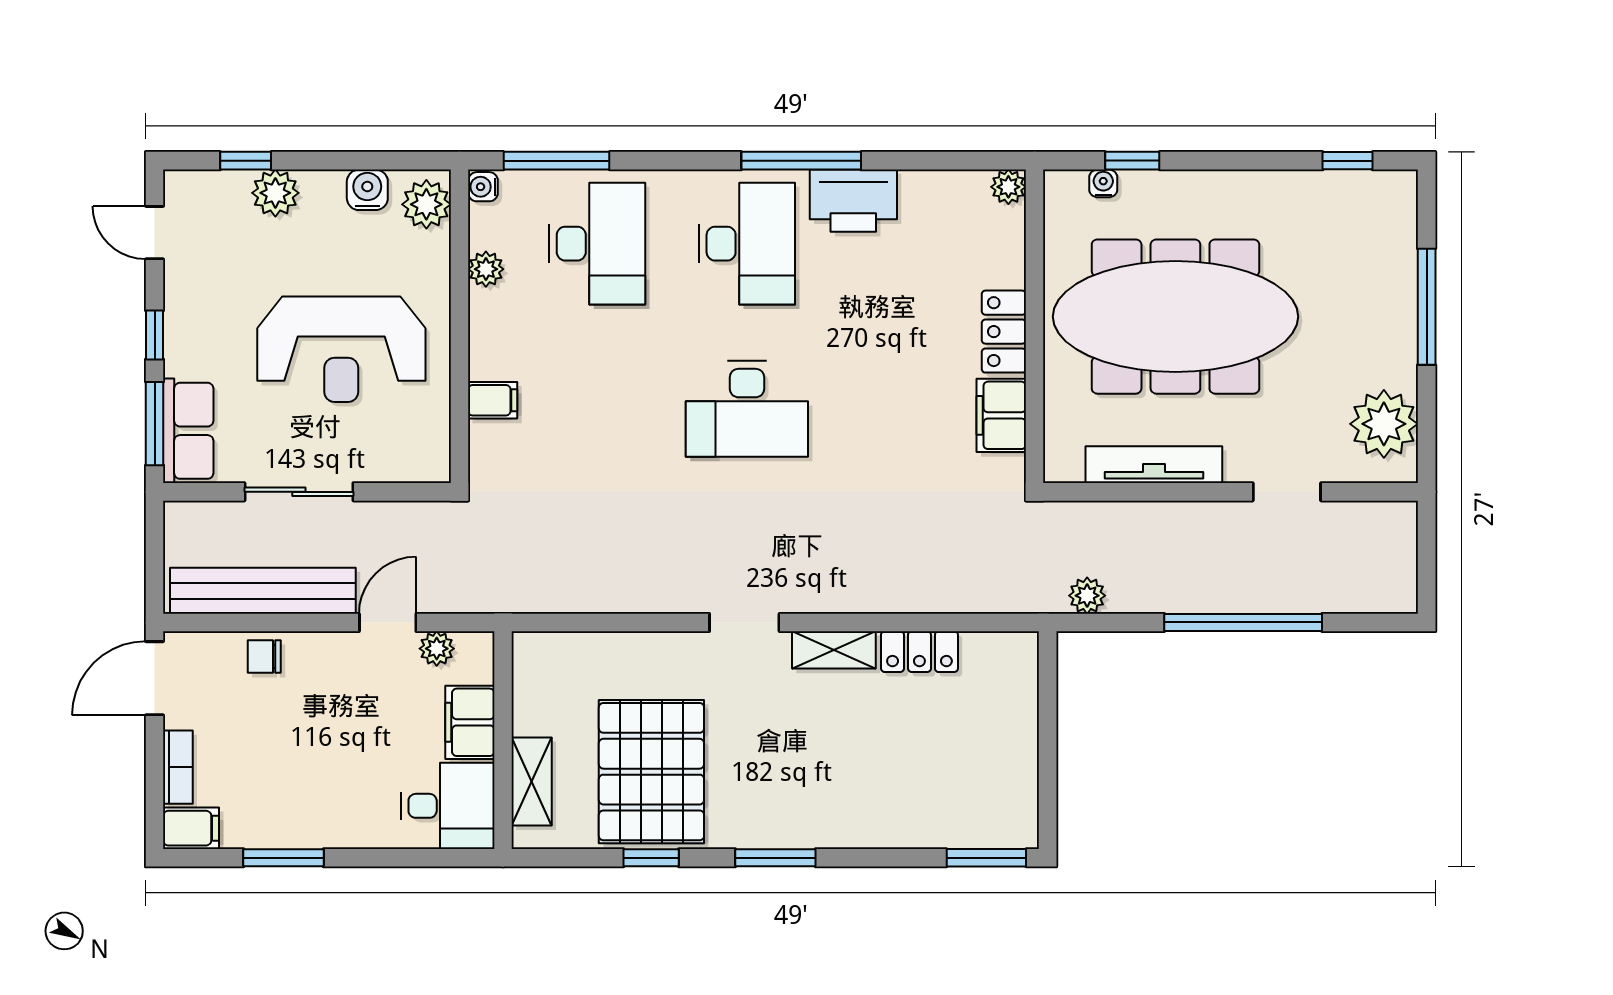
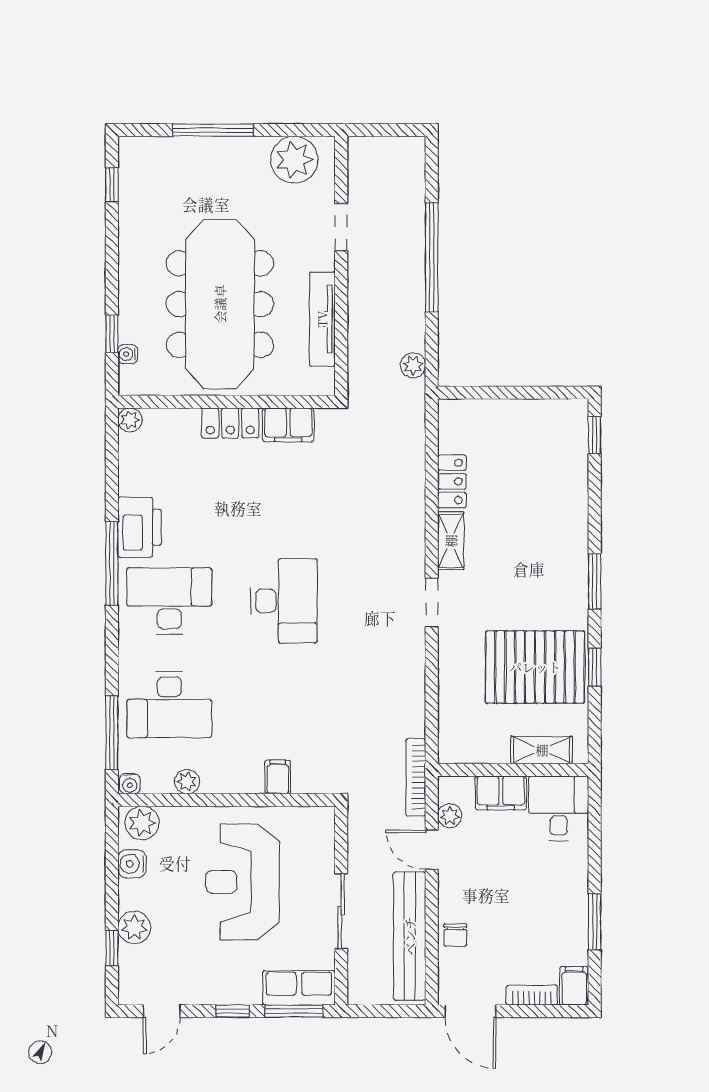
desk: (597, 244) -> (169, 705), turned 180
reception desk: (341, 349) -> (242, 882), turned 180
bookcase: (492, 599) -> (416, 777), added
window: (986, 858) -> (595, 435), width x0.67

